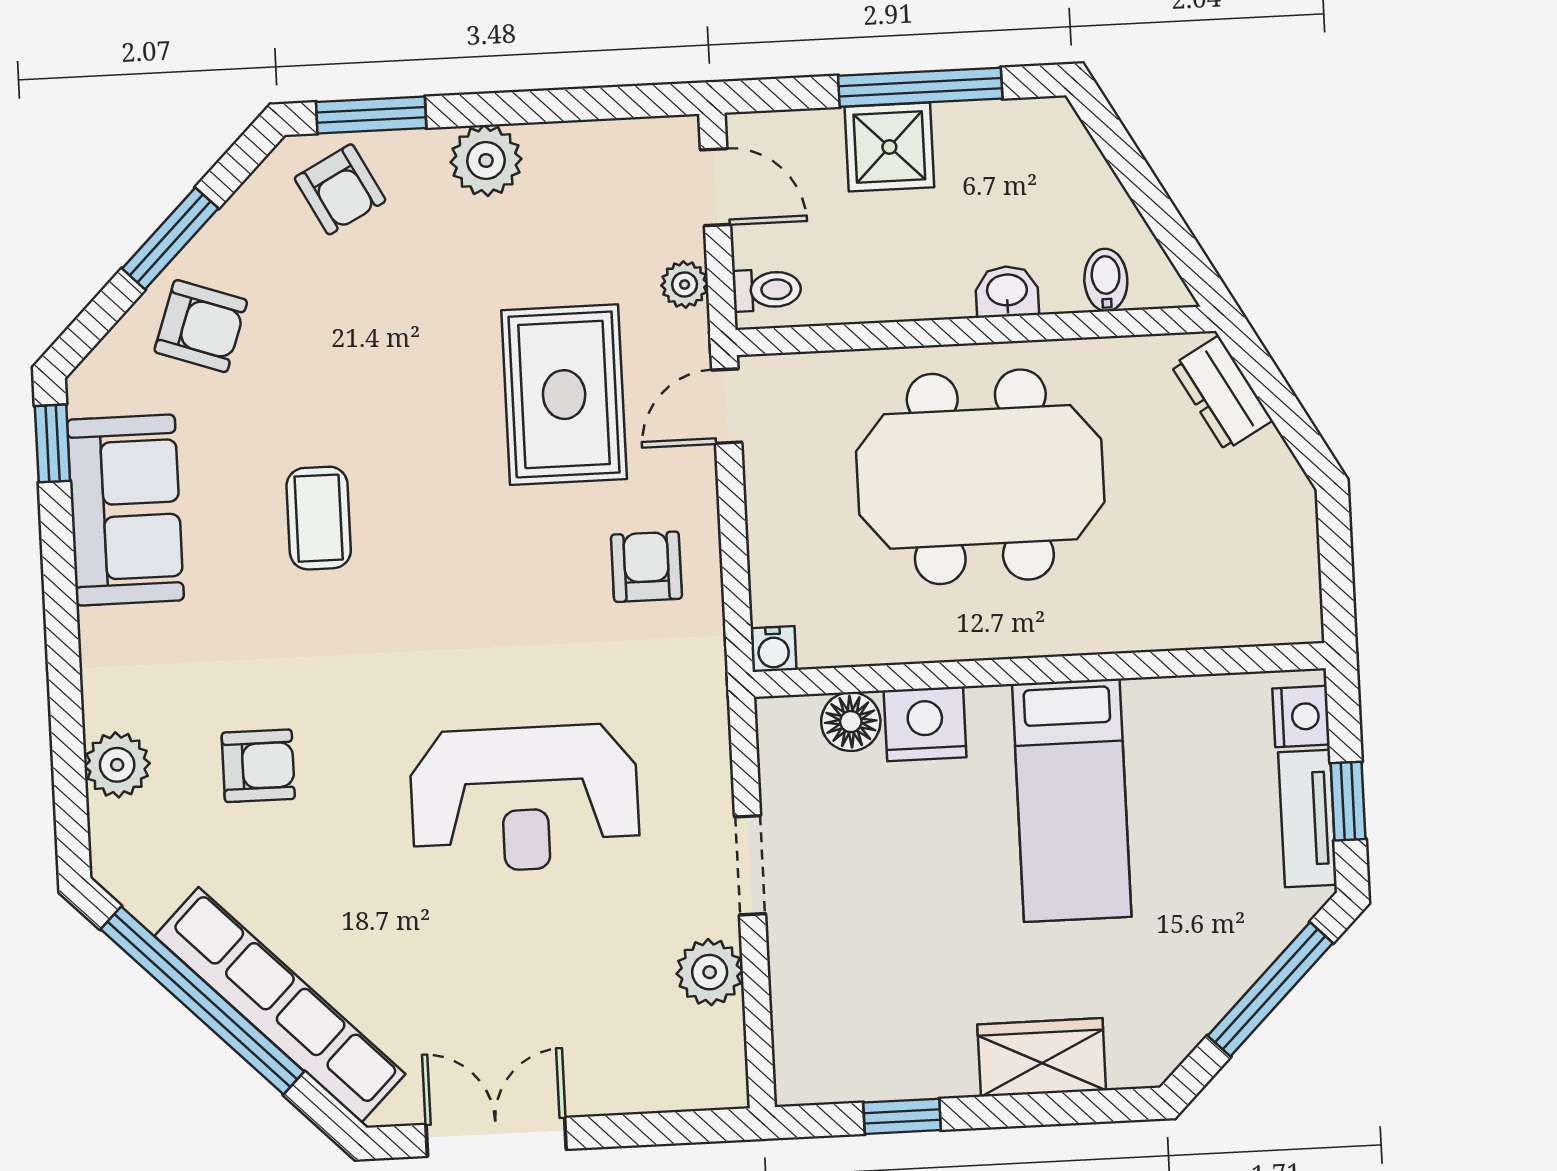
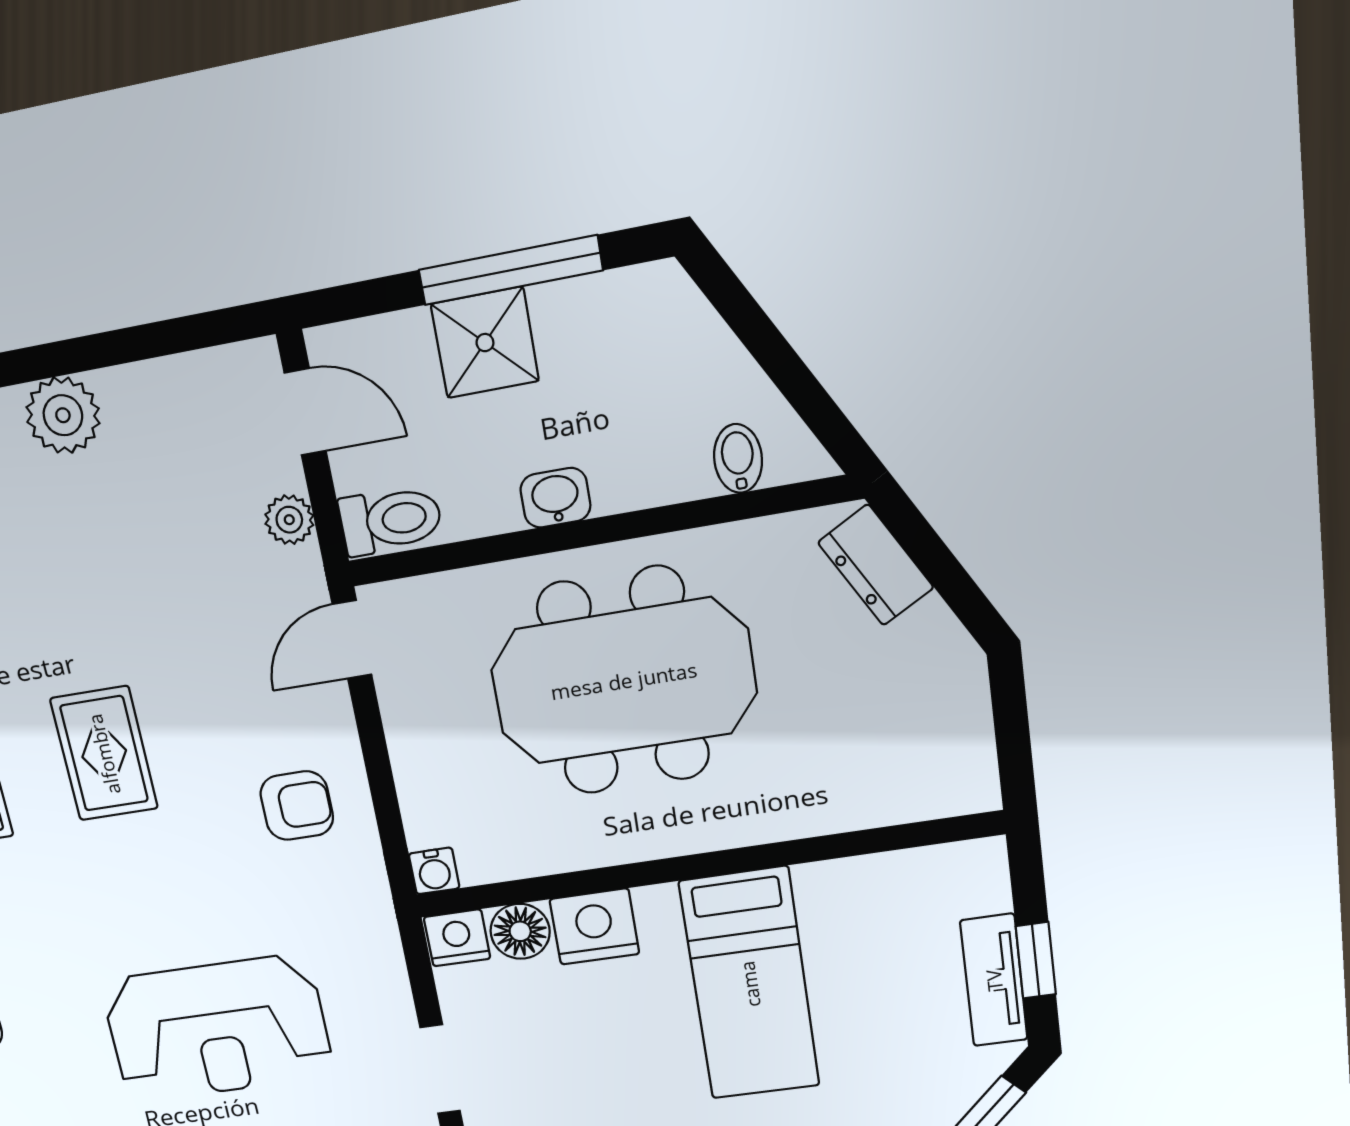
toilet: (767, 290) -> (391, 520), width x1.37, depth x1.39
washbasin: (1007, 291) -> (555, 498), moved
rug: (564, 395) -> (104, 754), moved, width x0.73, depth x0.70
armchair: (646, 567) -> (297, 806), turned 90
nightstand: (1301, 716) -> (457, 938), moved, turned -90

